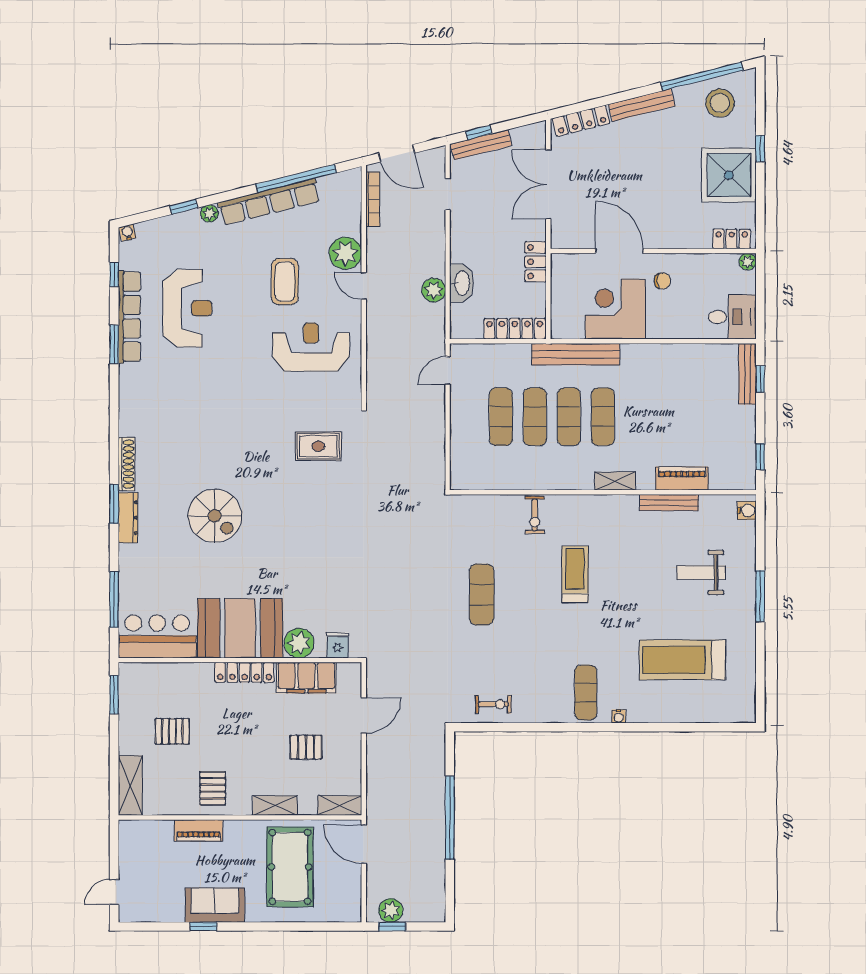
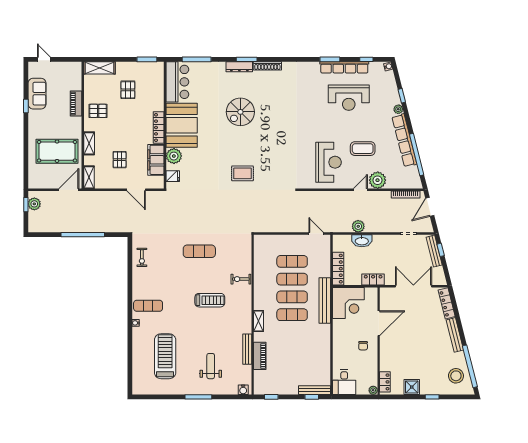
shower: (729, 175) -> (412, 387), width x0.54, depth x0.54
corner desk: (615, 309) -> (348, 303), moved, turned 90
rug: (318, 446) -> (242, 173), moved, turned 90
sofa: (215, 905) -> (37, 94), moved

